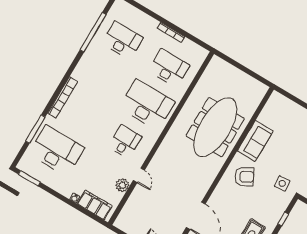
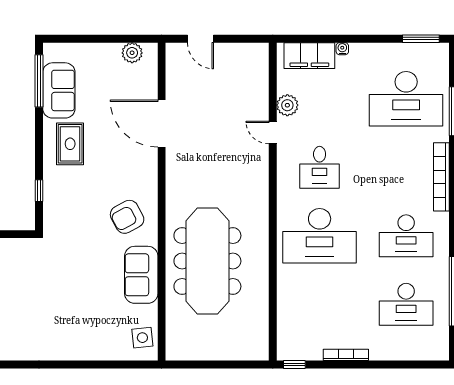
window: (202, 44) -> (294, 364), added
desk: (169, 68) -> (406, 236), moved
side table: (282, 183) -> (142, 338), moved

